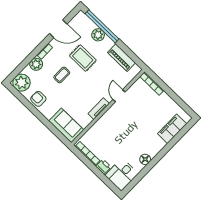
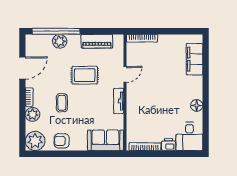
rug: (83, 58) -> (85, 75), moved
door: (119, 96) -> (125, 74), swing flipped

